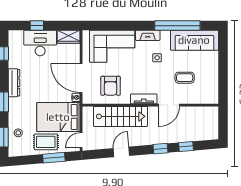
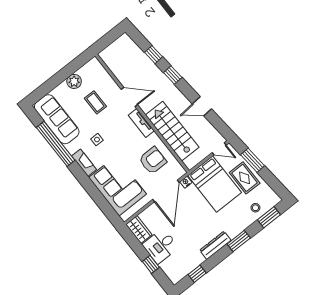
desk: (40, 43) -> (161, 246), width x0.73
plant: (212, 74) -> (74, 81), added

